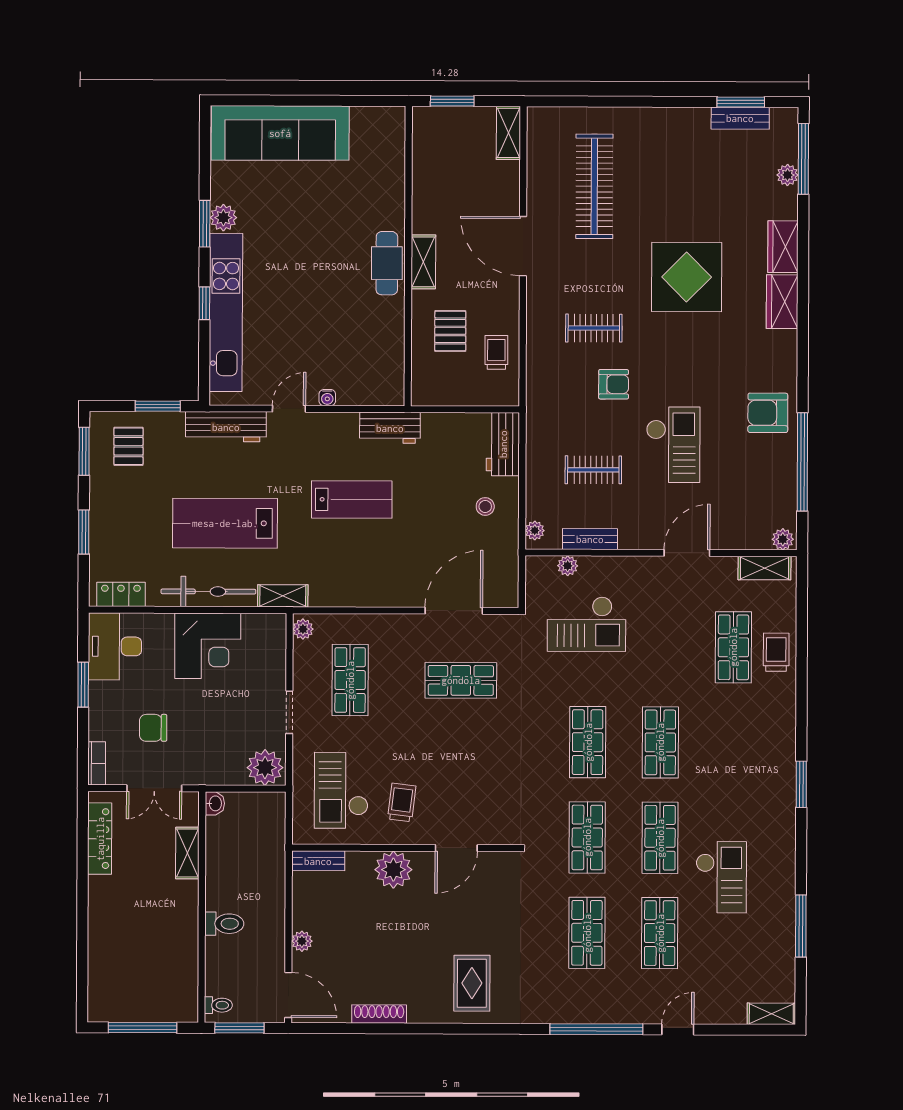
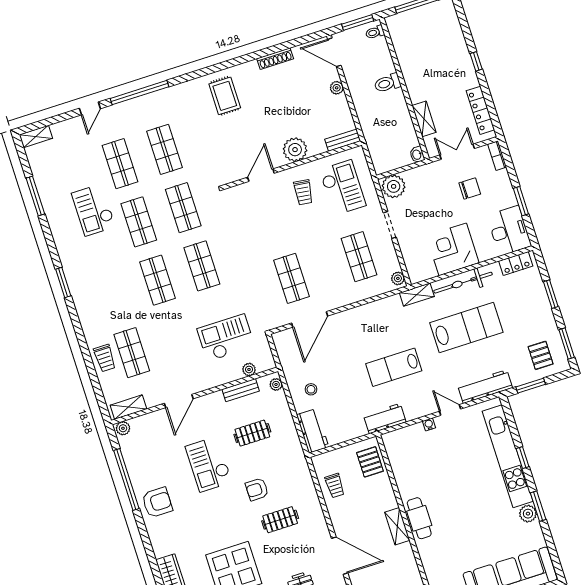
pallet: (450, 331) -> (370, 462), moved
door: (289, 409) -> (450, 410), swing flipped
shop shelf: (461, 680) -> (291, 278), turned 90
window: (82, 913) -> (476, 61), added

